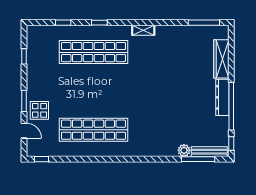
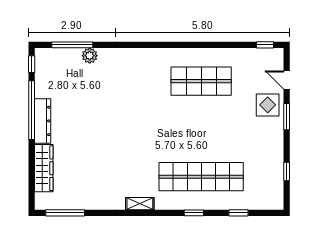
shop shelf: (93, 130) -> (201, 81), width x0.71
bench: (209, 152) -> (59, 54), removed

